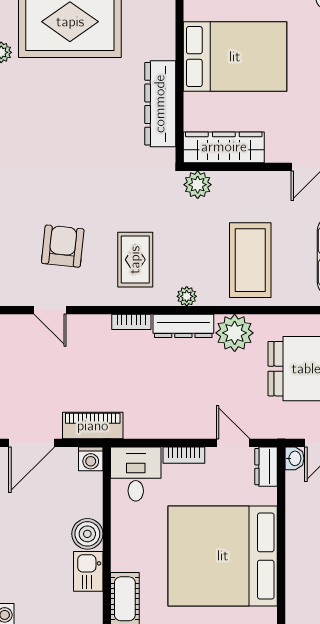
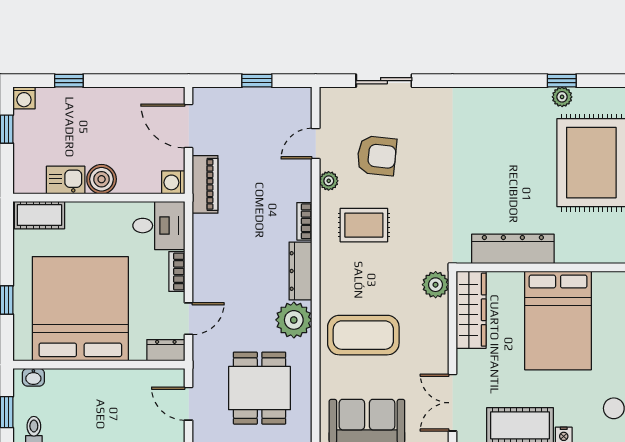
plant: (187, 296) -> (329, 181), moved
washbasin: (294, 458) -> (33, 377), moved

